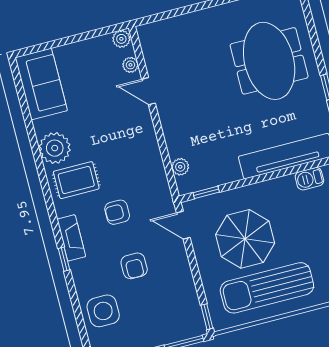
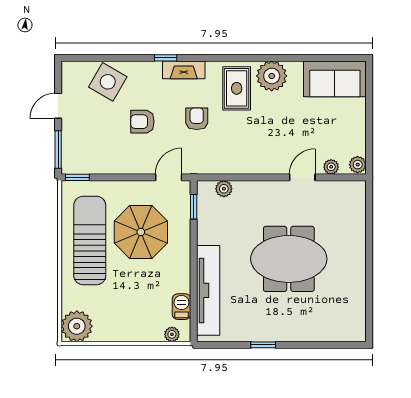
meeting table: (269, 61) -> (289, 259), moved
side table: (103, 311) -> (108, 82), turned 30

